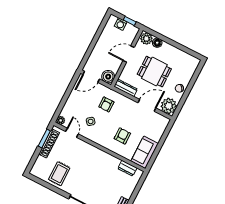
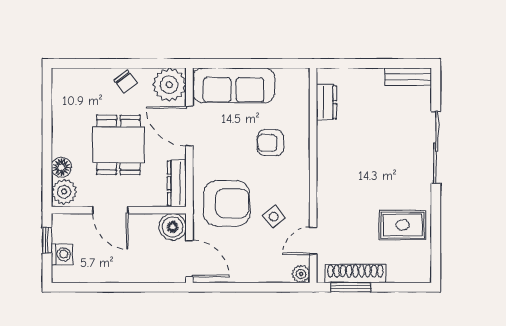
armchair: (106, 104) -> (227, 203), width x1.88, depth x1.88
sofa: (145, 152) -> (234, 85), moved, width x1.36

